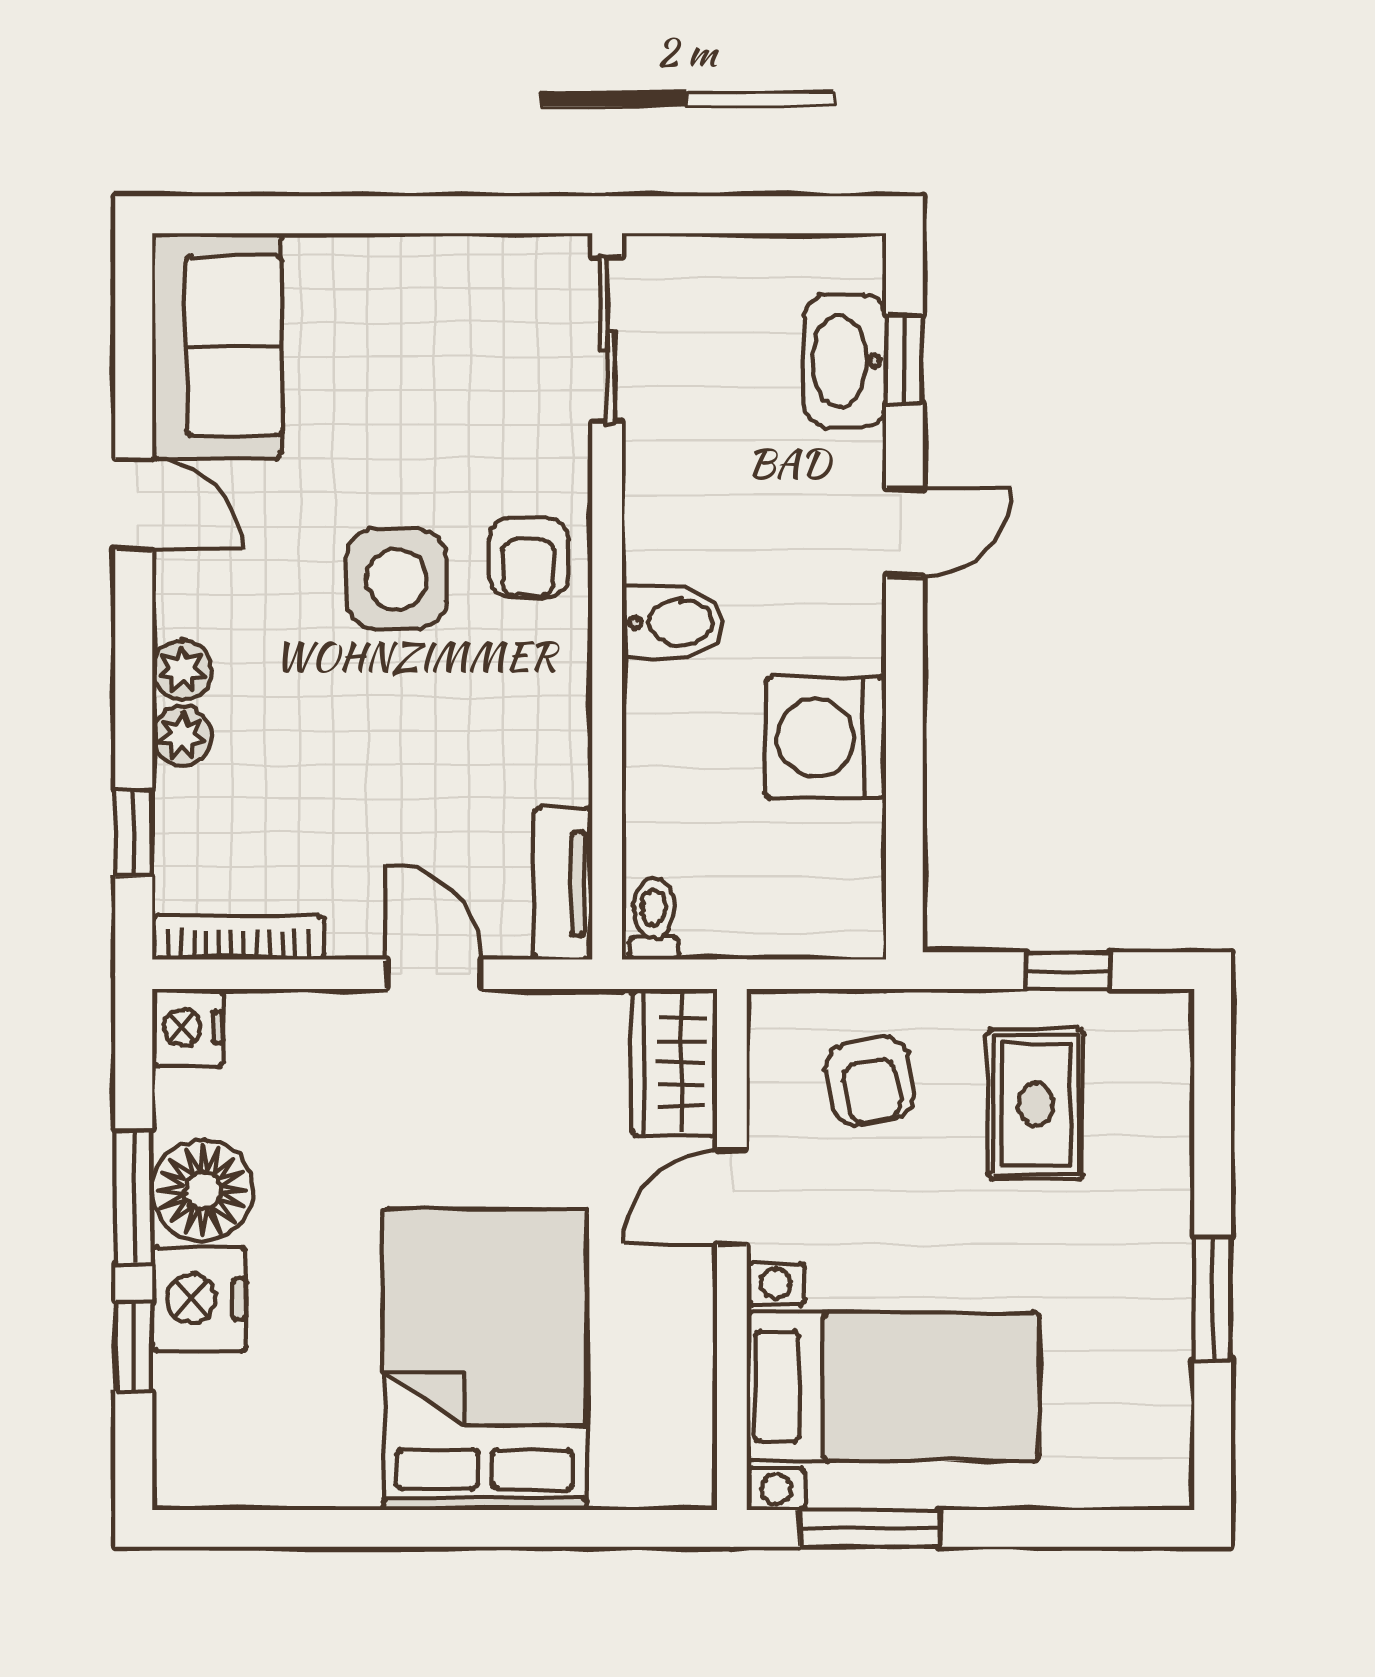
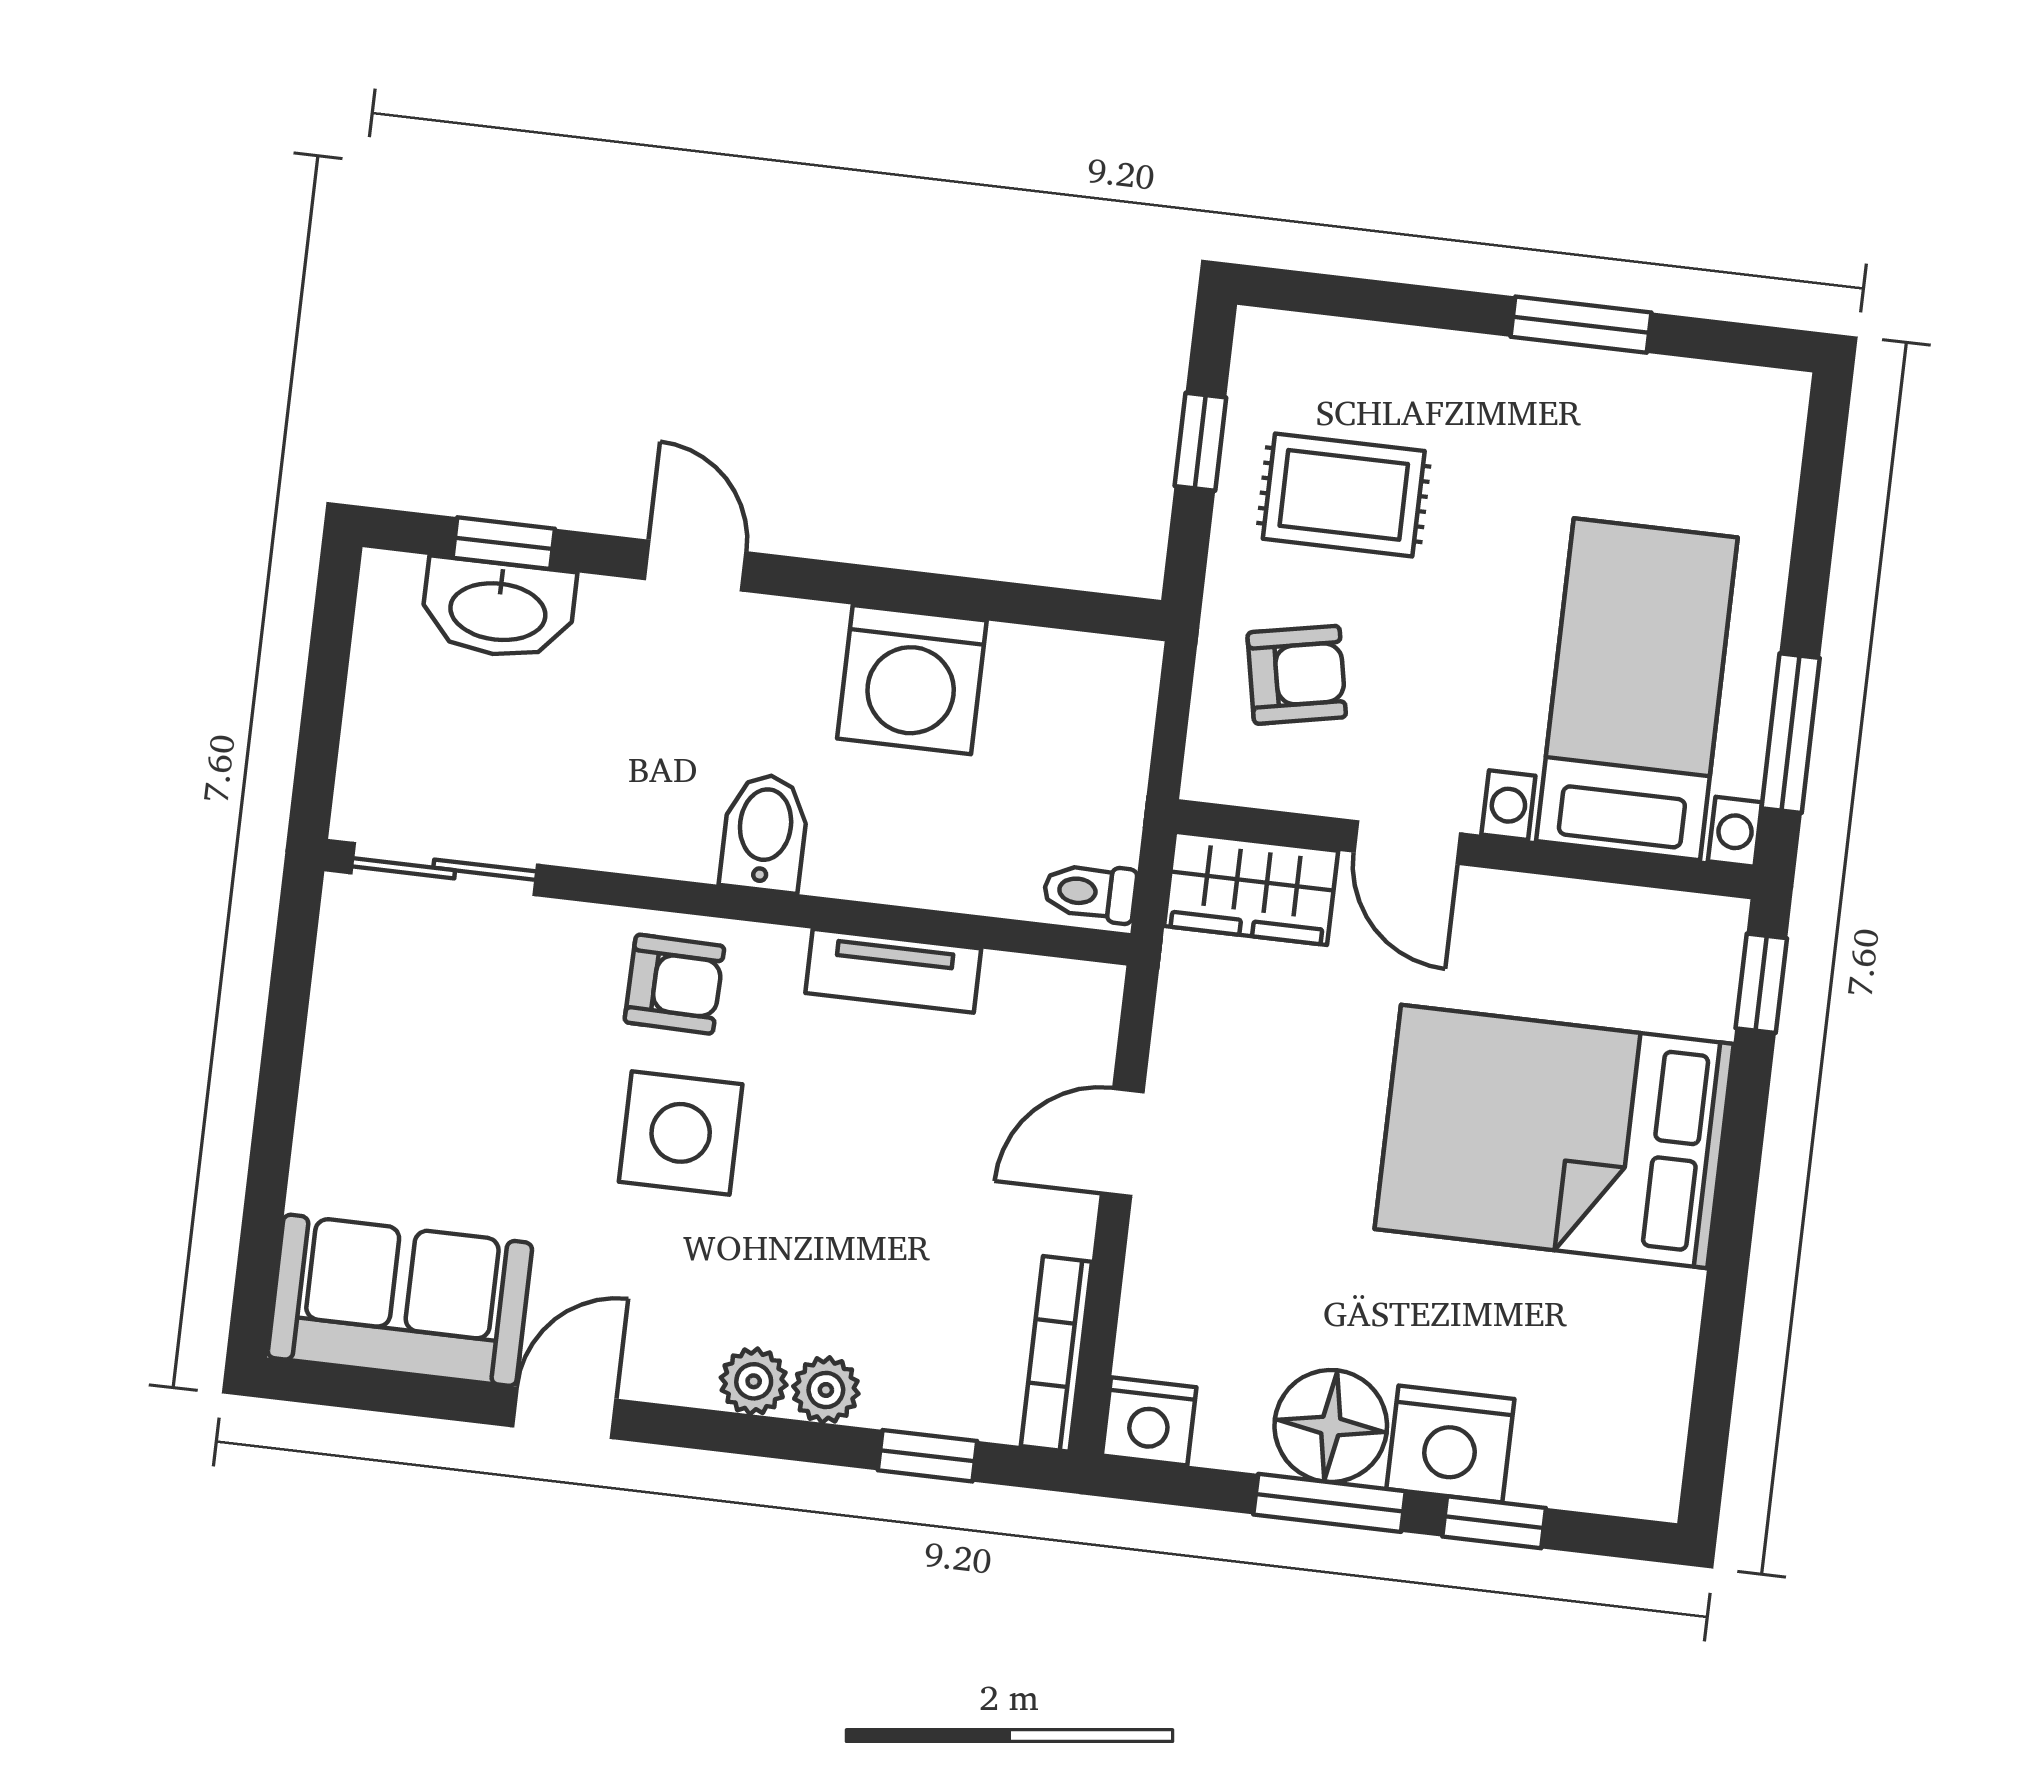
tv unit: (563, 883) -> (893, 971), moved
window: (643, 1528) -> (1761, 983), added

